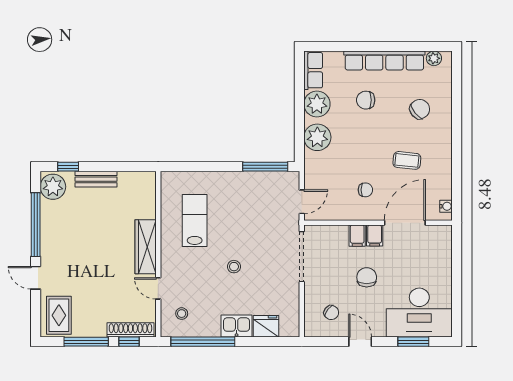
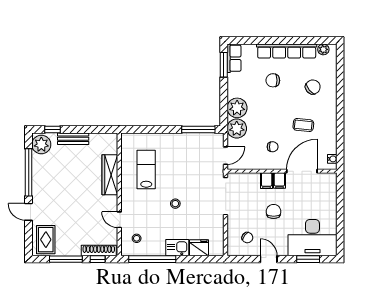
window: (299, 79) -> (224, 65), added
plant: (317, 104) -> (237, 129), moved
wardrobe: (146, 247) -> (110, 175), moved

